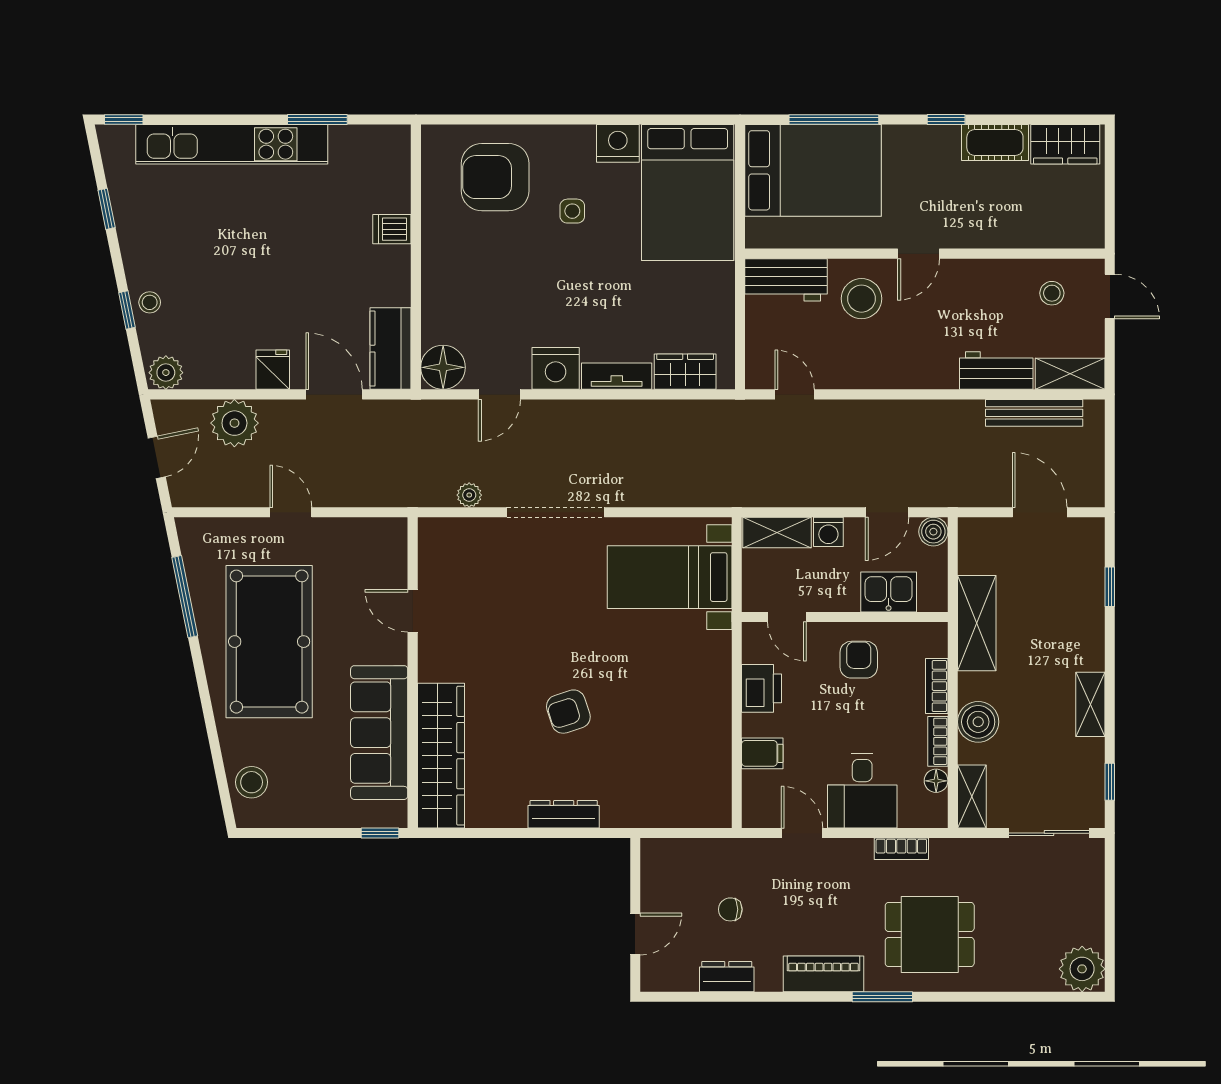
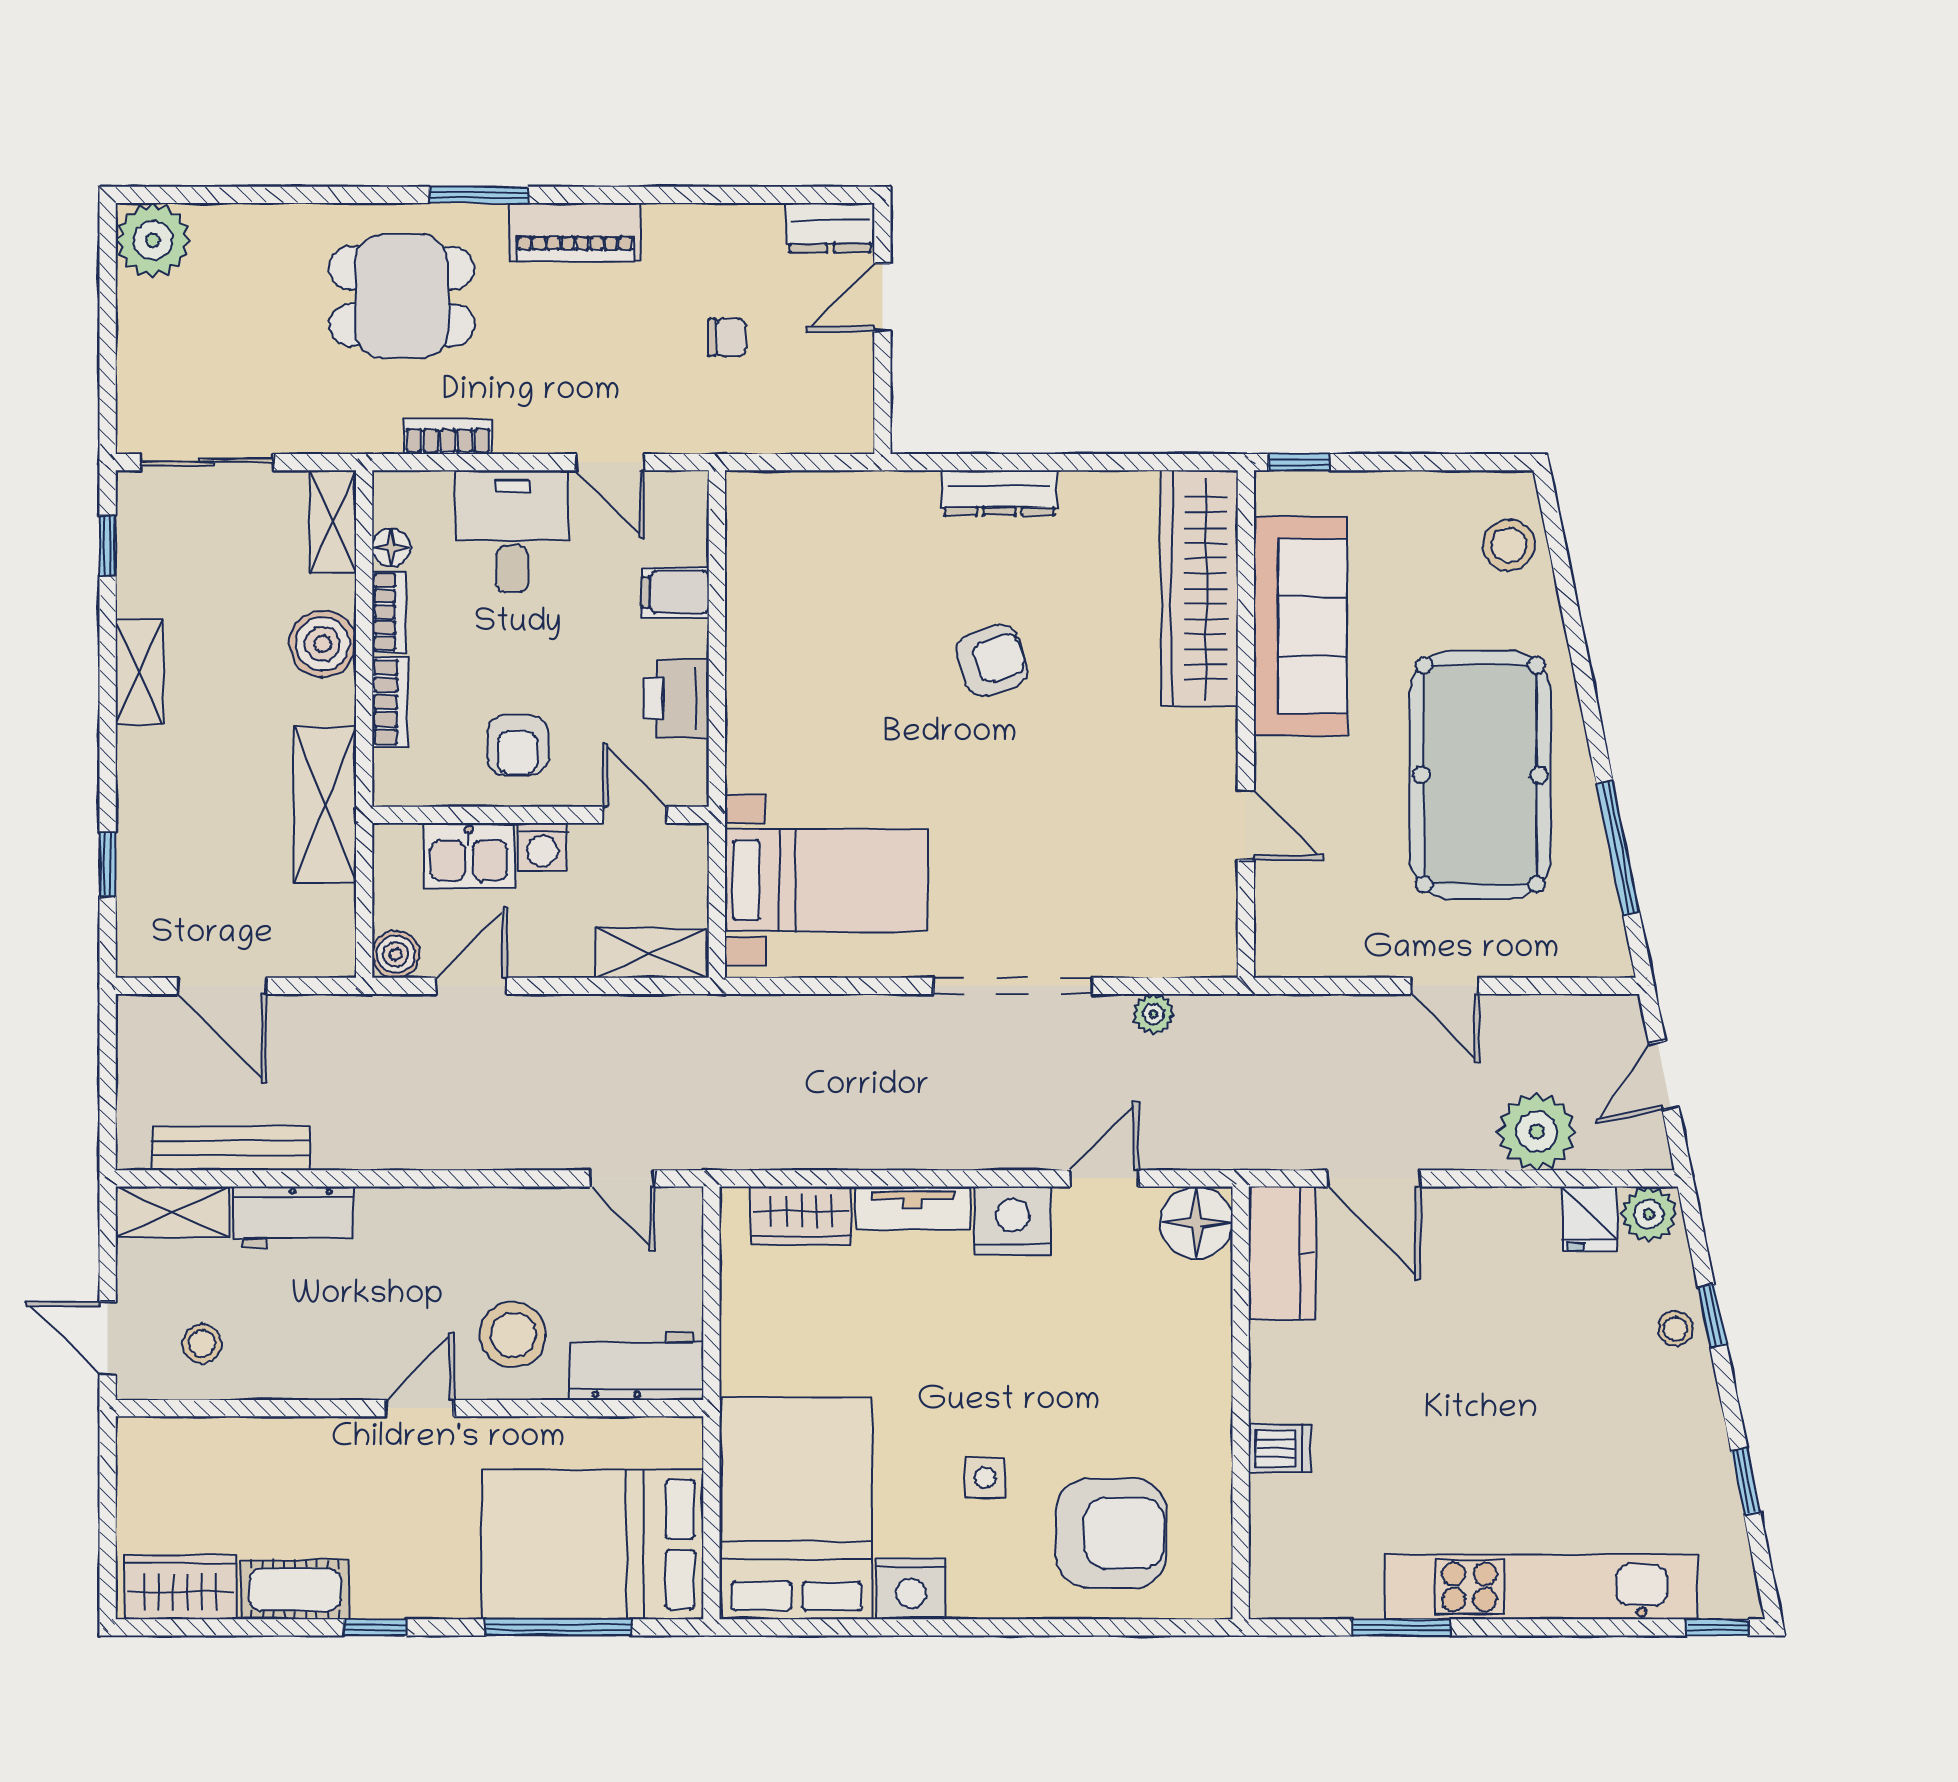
fridge: (273, 370) -> (1590, 1219), moved
washing machine: (828, 532) -> (543, 847), moved, turned 180
dresser: (727, 977) -> (830, 228), moved

